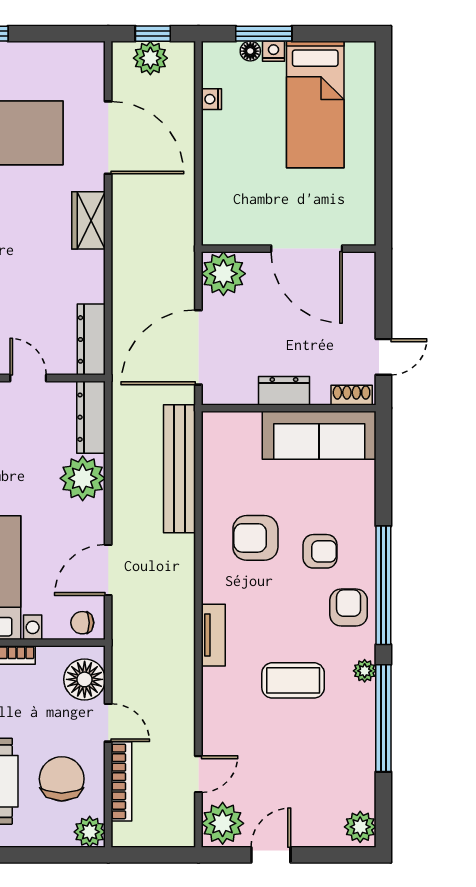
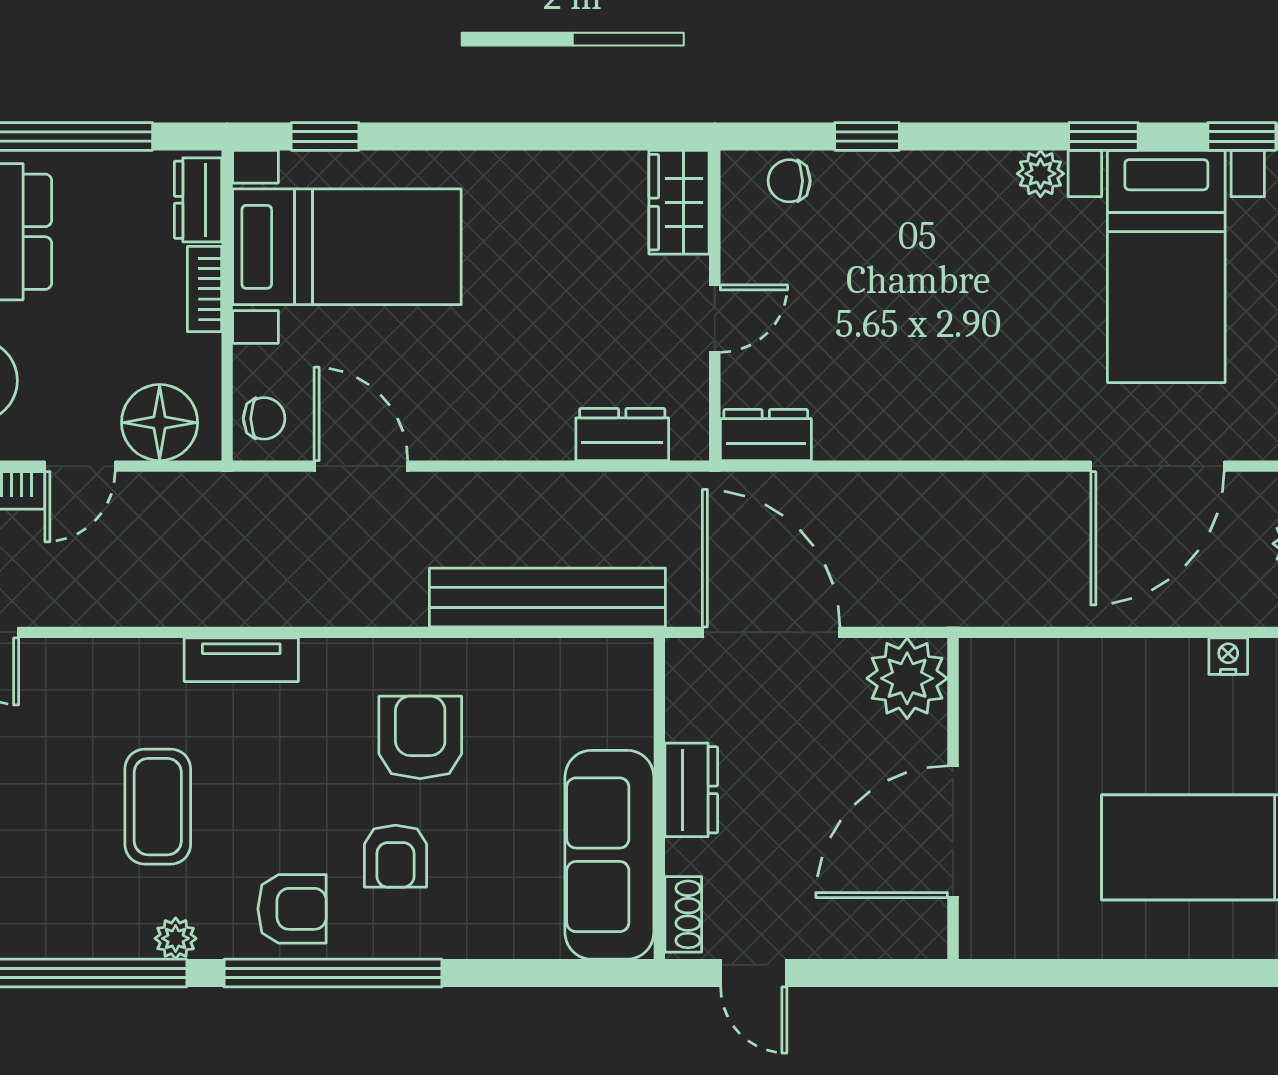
wardrobe: (88, 220) -> (1005, 430), removed
dresser: (91, 339) -> (766, 435), width x0.70
dresser: (91, 417) -> (622, 434), width x0.70
plant: (83, 478) -> (530, 419), removed
chair: (82, 623) -> (264, 418), turned 90

